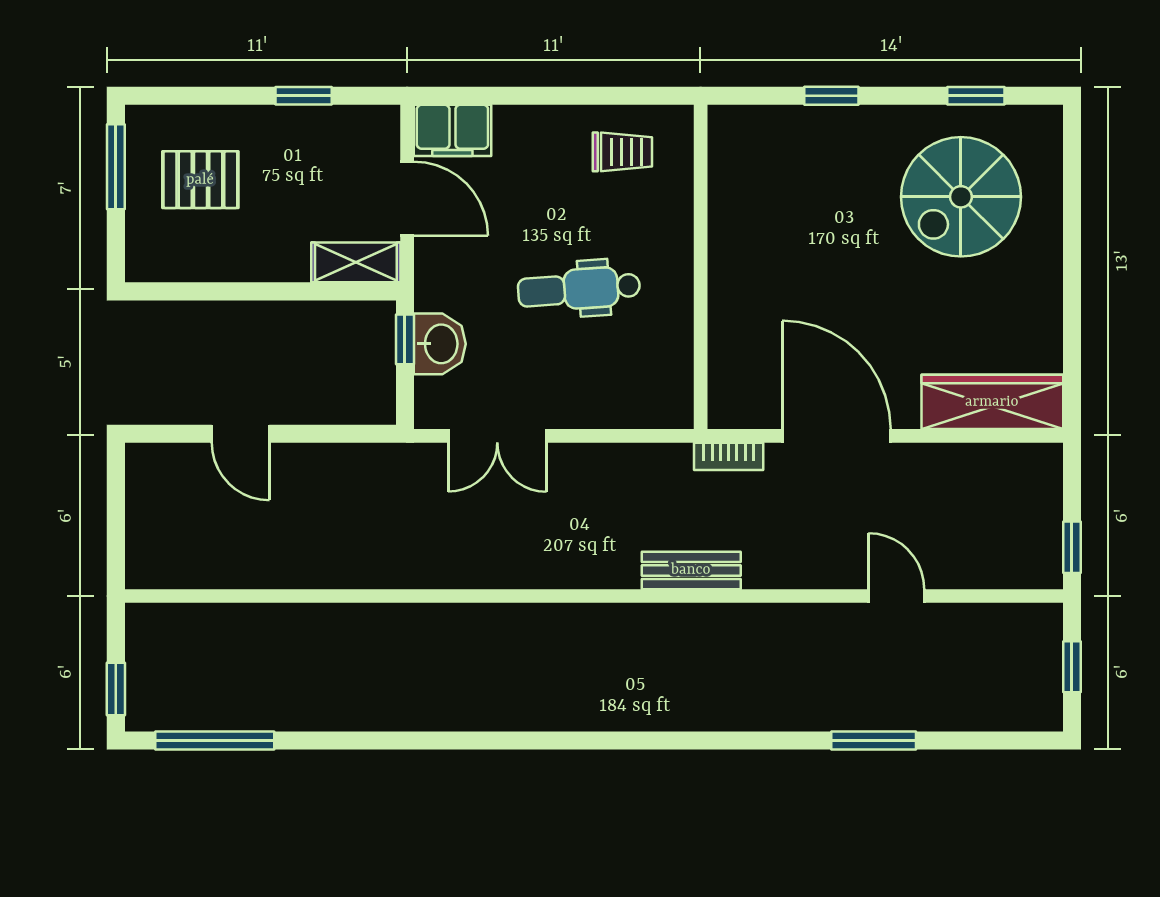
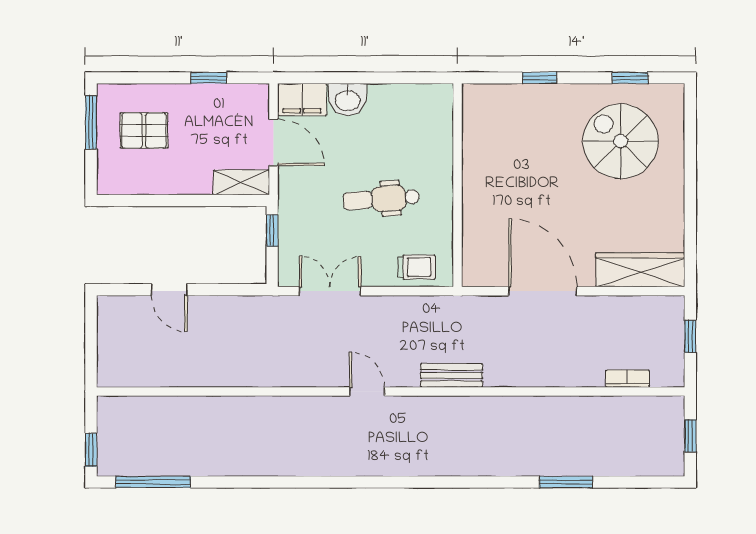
trolley: (622, 152) -> (417, 267), moved
spiral stairs: (961, 197) -> (621, 141), turned 90
washbasin: (440, 344) -> (348, 100), moved, turned 90
double door: (497, 436) -> (330, 291), swing flipped
bookcase: (729, 456) -> (628, 379), moved, turned 180
window: (1072, 547) -> (690, 336), moved
door: (896, 596) -> (367, 391), moved

